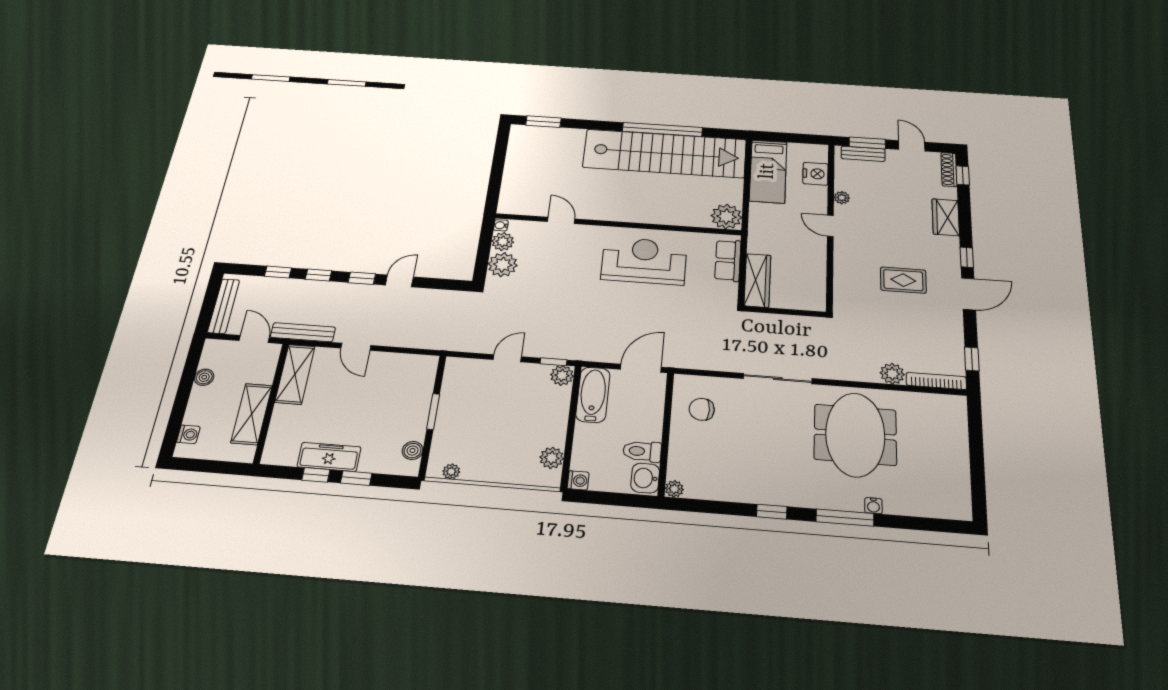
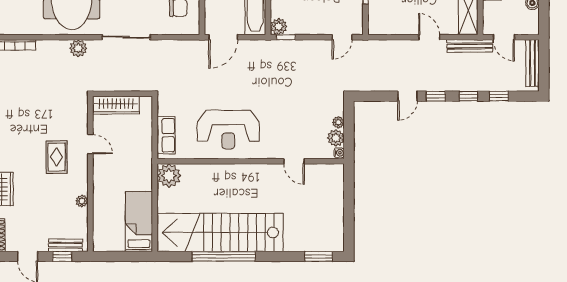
window: (867, 143) -> (62, 256), width x0.67
nightstand: (815, 174) -> (102, 222), removed
door: (830, 226) -> (90, 144), moved
plant: (503, 265) -> (338, 122), width x0.53, depth x0.53
wardrobe: (757, 280) -> (116, 105), moved, turned -90
rug: (903, 280) -> (57, 157), moved, turned 90
door: (507, 358) -> (342, 37), moved
plant: (892, 374) -> (78, 48), moved

